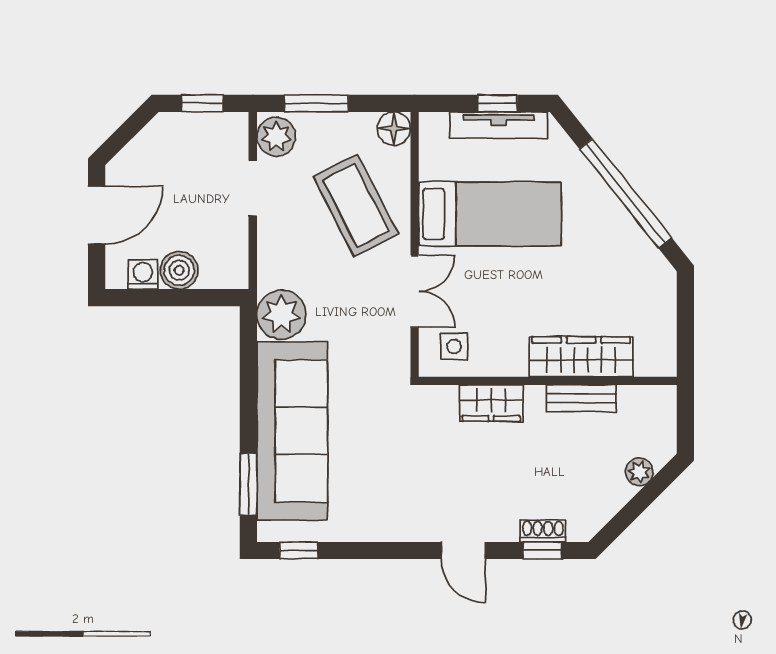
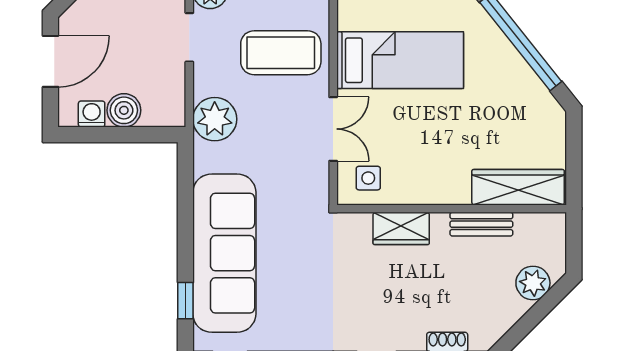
coffee table: (356, 205) -> (281, 53), turned -63
plant: (281, 314) -> (215, 119), moved
wardrobe: (581, 357) -> (518, 187), moved
plant: (639, 472) -> (533, 283), width x1.38, depth x1.38
window: (248, 484) -> (185, 301), width x0.67

